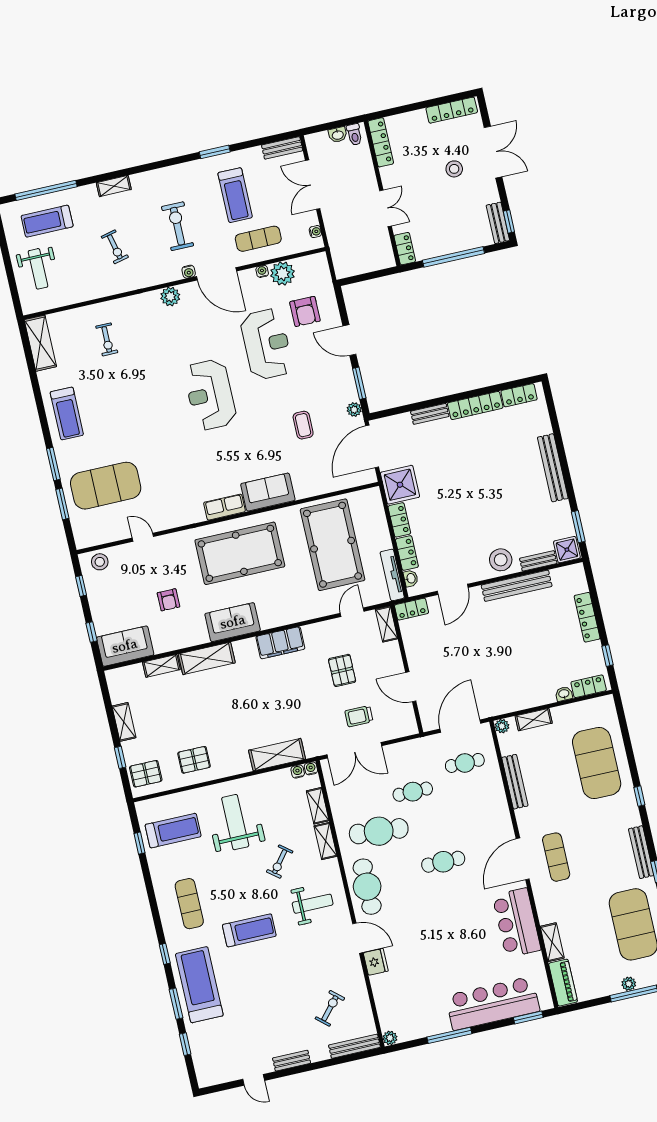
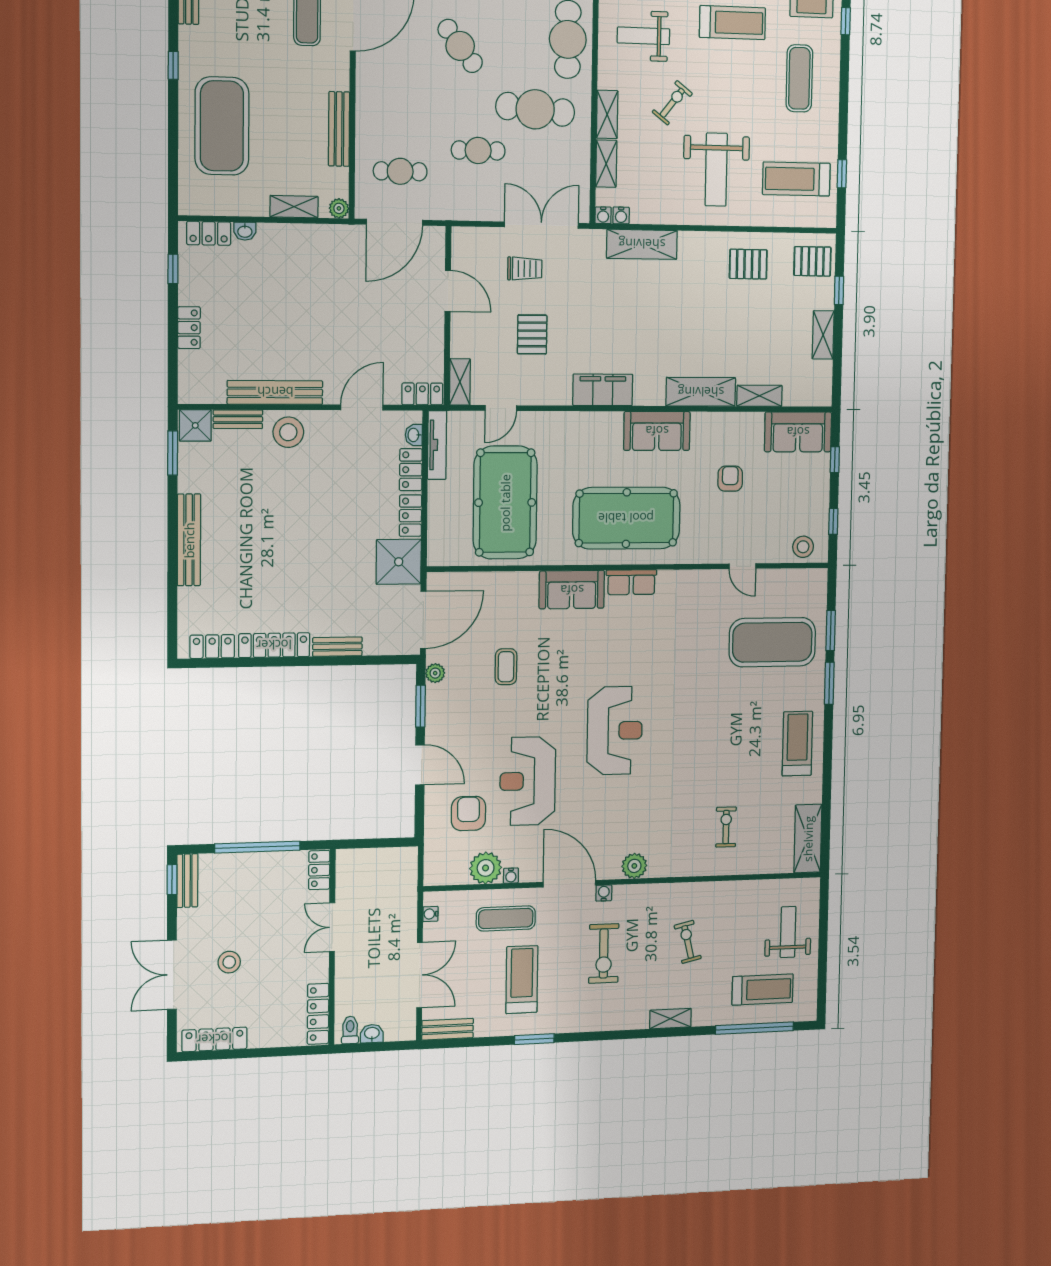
locker: (587, 617) -> (189, 328), width x0.66
cafe table: (443, 862) -> (460, 46), turned 52
treadmill: (249, 930) -> (732, 23), turned 180

